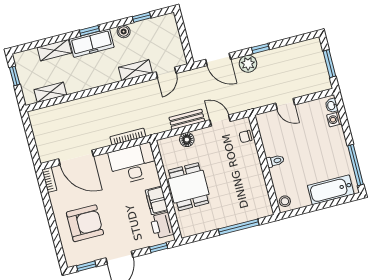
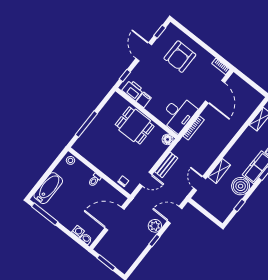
boiler: (124, 32) -> (241, 186), width x1.86, depth x1.86
door: (285, 104) -> (115, 219), width x1.88
floor lamp: (187, 140) -> (168, 139), moved
door: (76, 158) -> (215, 92), swing flipped
filing cabinet: (157, 200) -> (144, 100), width x0.50

